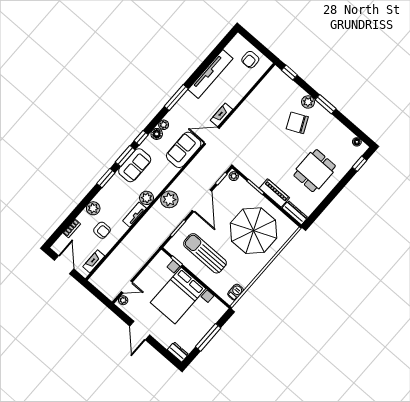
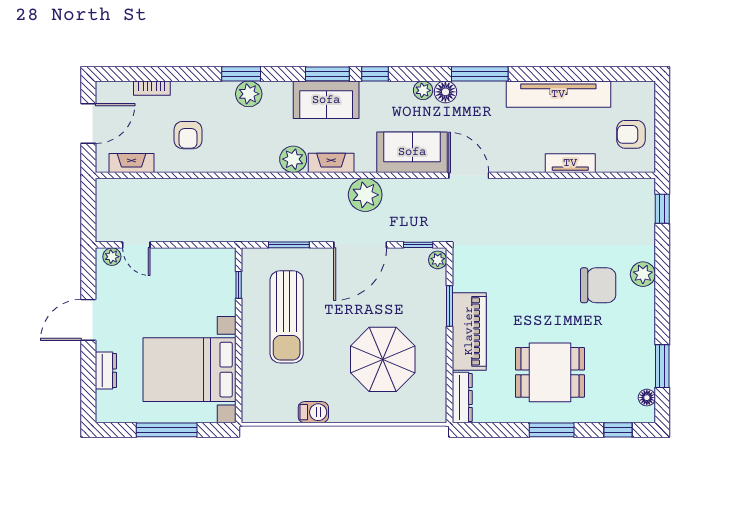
window: (326, 104) -> (662, 366), moved
fireplace: (221, 115) -> (331, 163), moved
chair: (297, 123) -> (598, 285), turned 115
floor lamp: (157, 134) -> (445, 92), moved
window: (106, 178) -> (241, 74), moved
window: (337, 189) -> (552, 430), added
piano: (274, 193) -> (469, 331), width x1.37, depth x1.33
plant: (169, 199) -> (365, 195), moved
plant: (93, 208) -> (249, 94), moved
tv unit: (135, 215) -> (570, 163), moved
parasol: (254, 231) -> (383, 359), width x0.73, depth x0.73
sun lounger: (205, 253) -> (287, 317), turned 180
barbecue: (236, 292) -> (313, 412), moved
bed with nightstands: (178, 296) -> (189, 370), moved
dresser: (178, 352) -> (106, 371), moved

